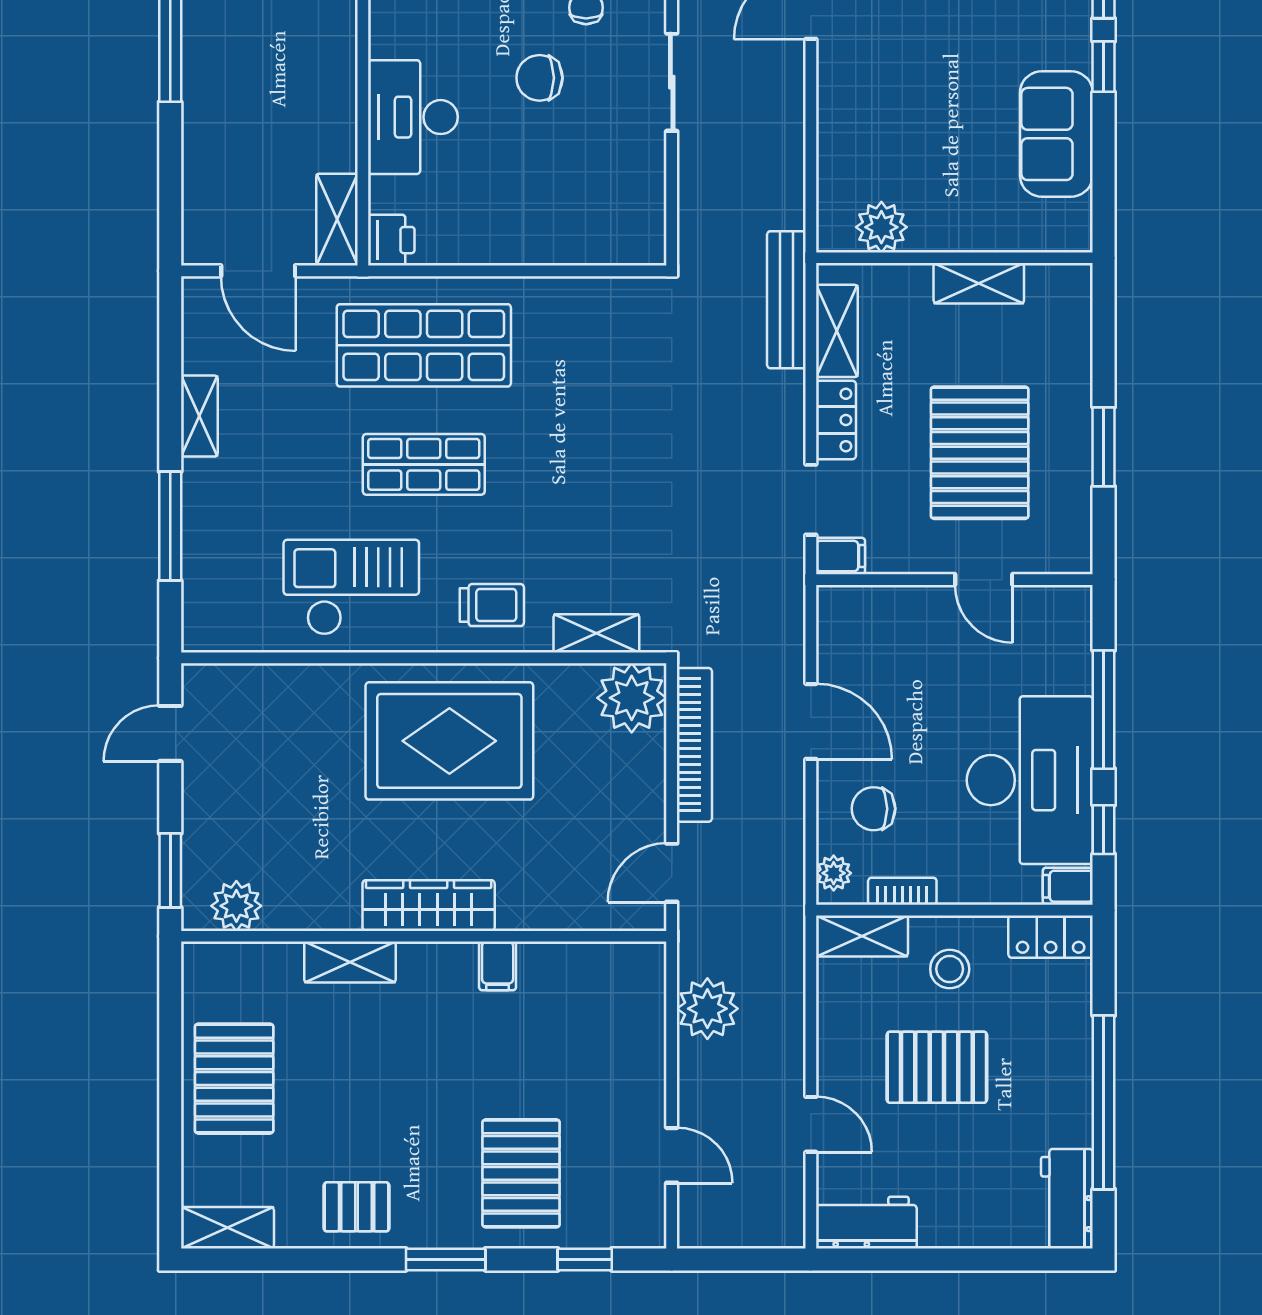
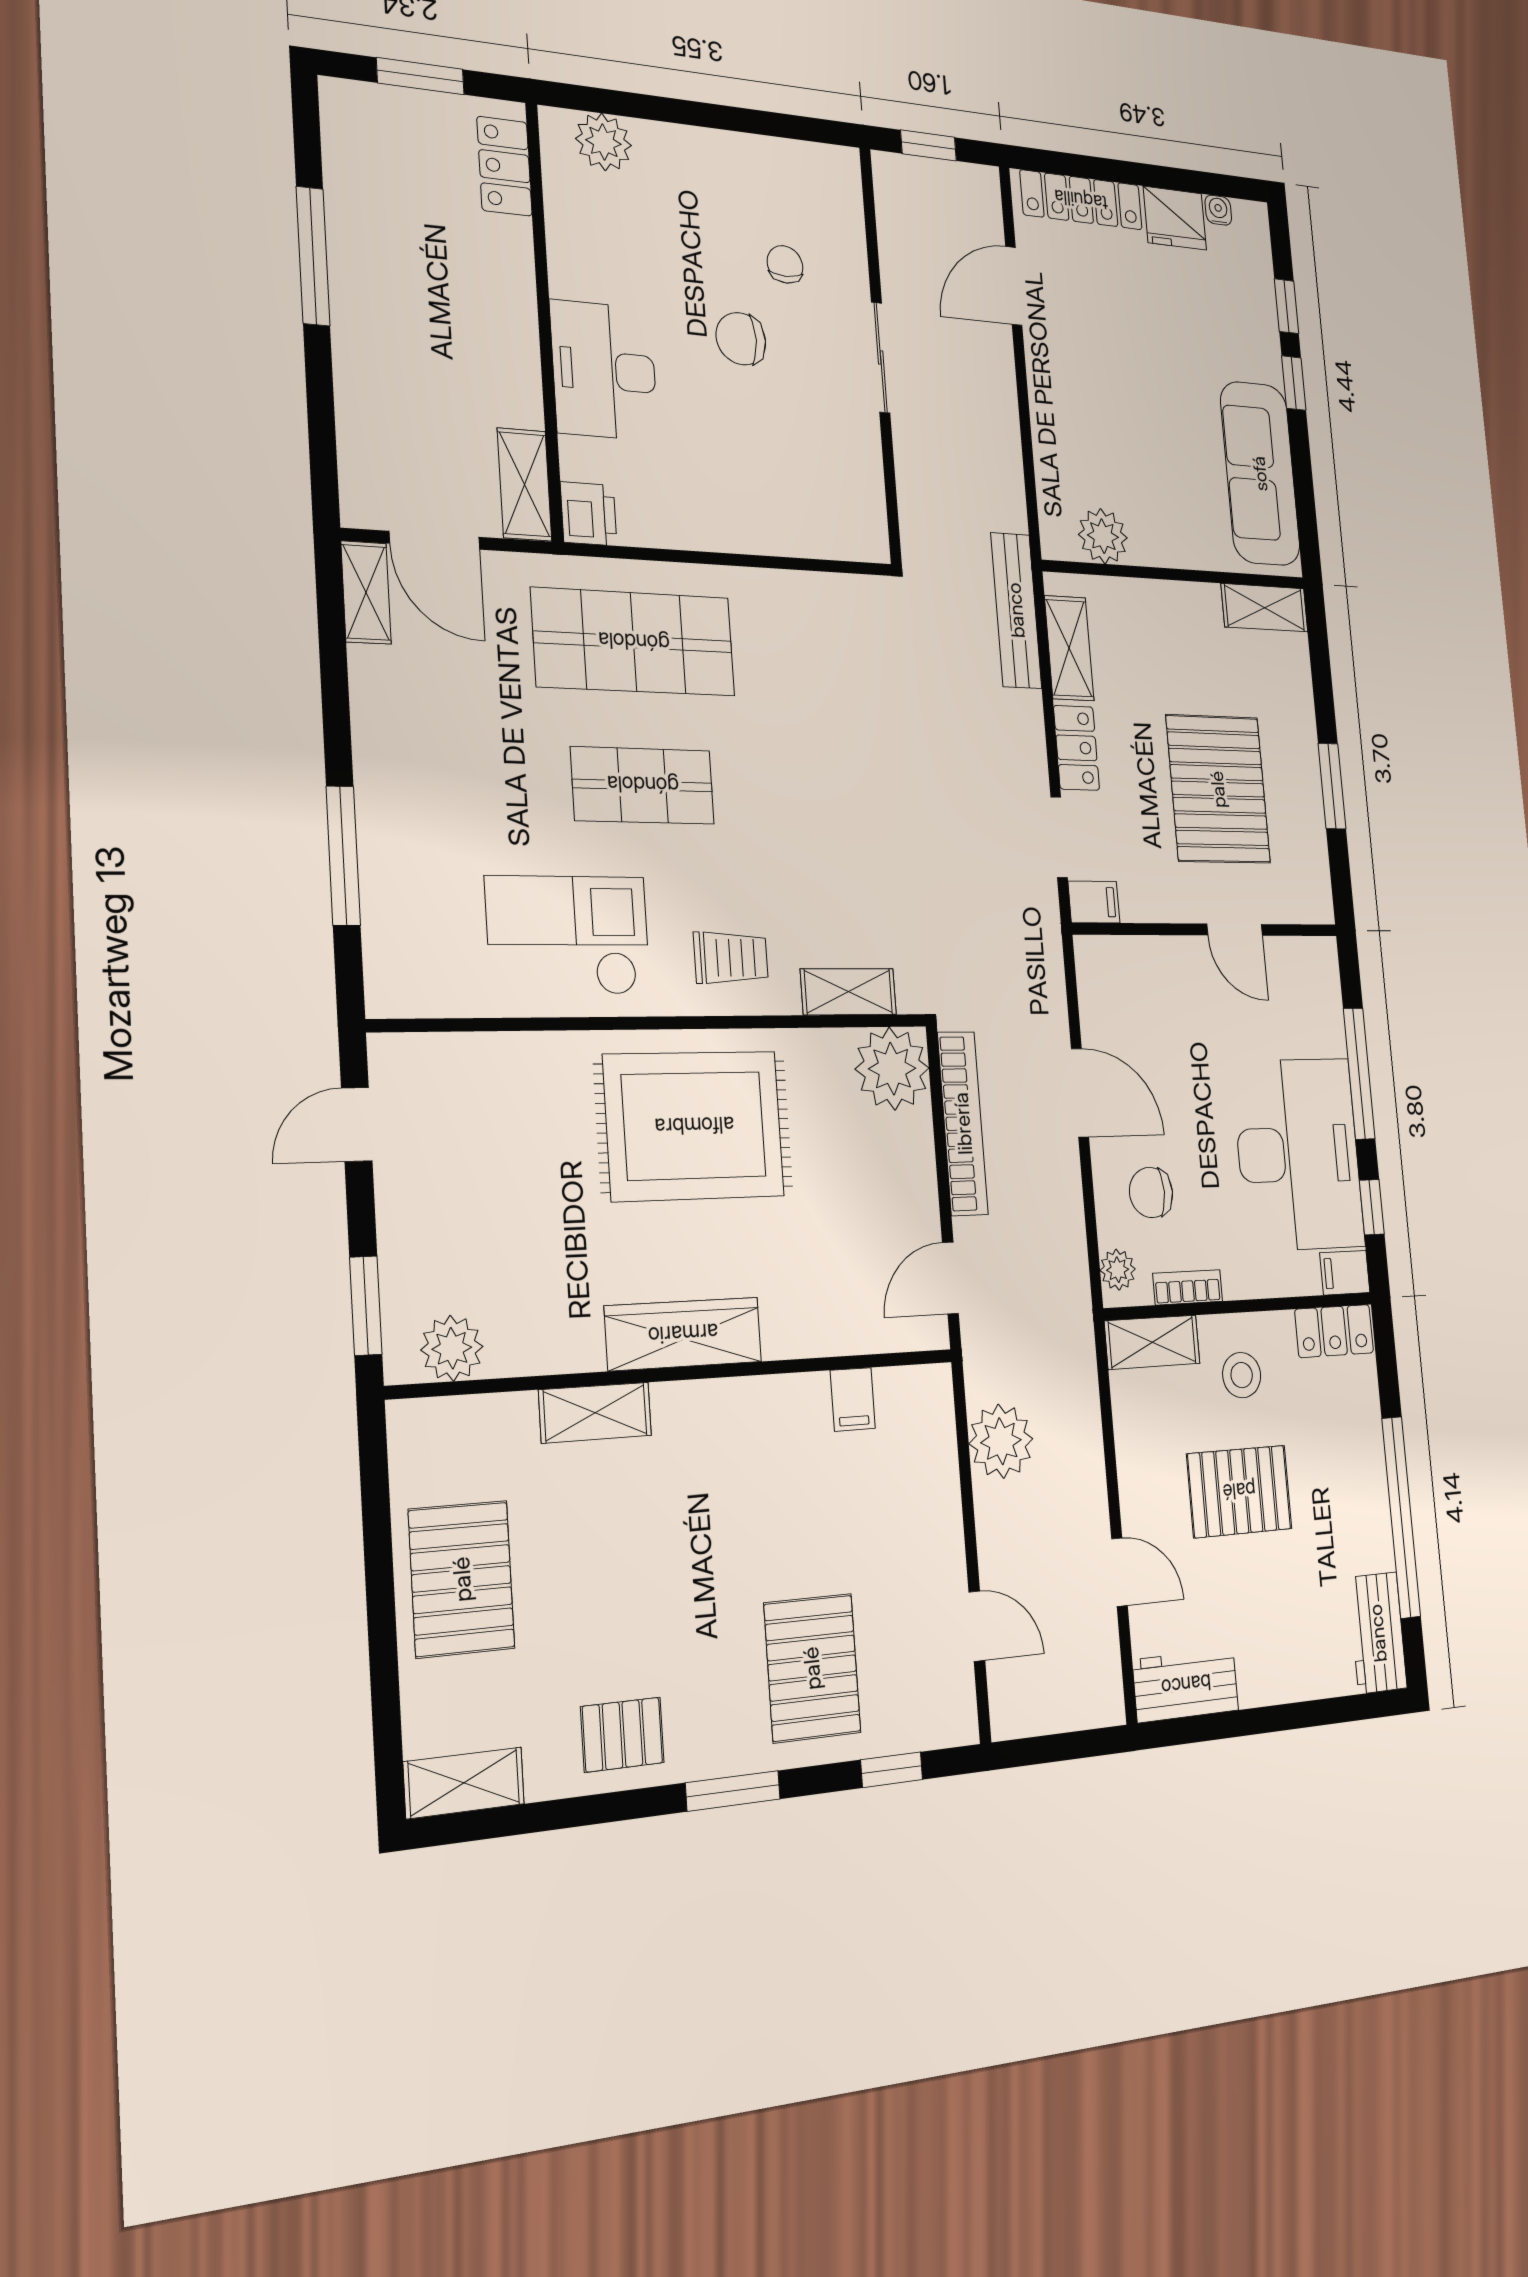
sofa: (1056, 134) -> (1260, 473), width x1.36
shelving: (979, 283) -> (1264, 608), moved
shelving: (199, 416) -> (366, 592), moved
filing cabinet: (498, 966) -> (853, 1399), moved

